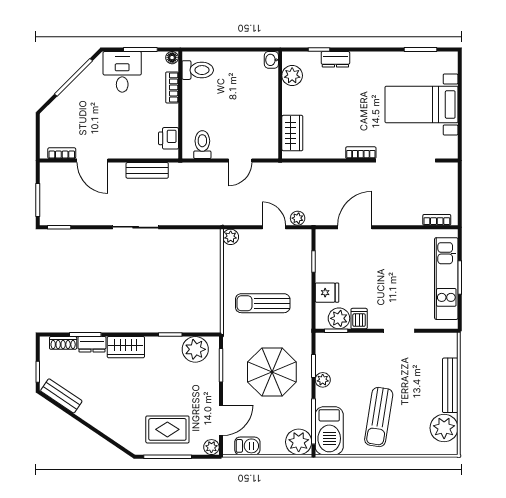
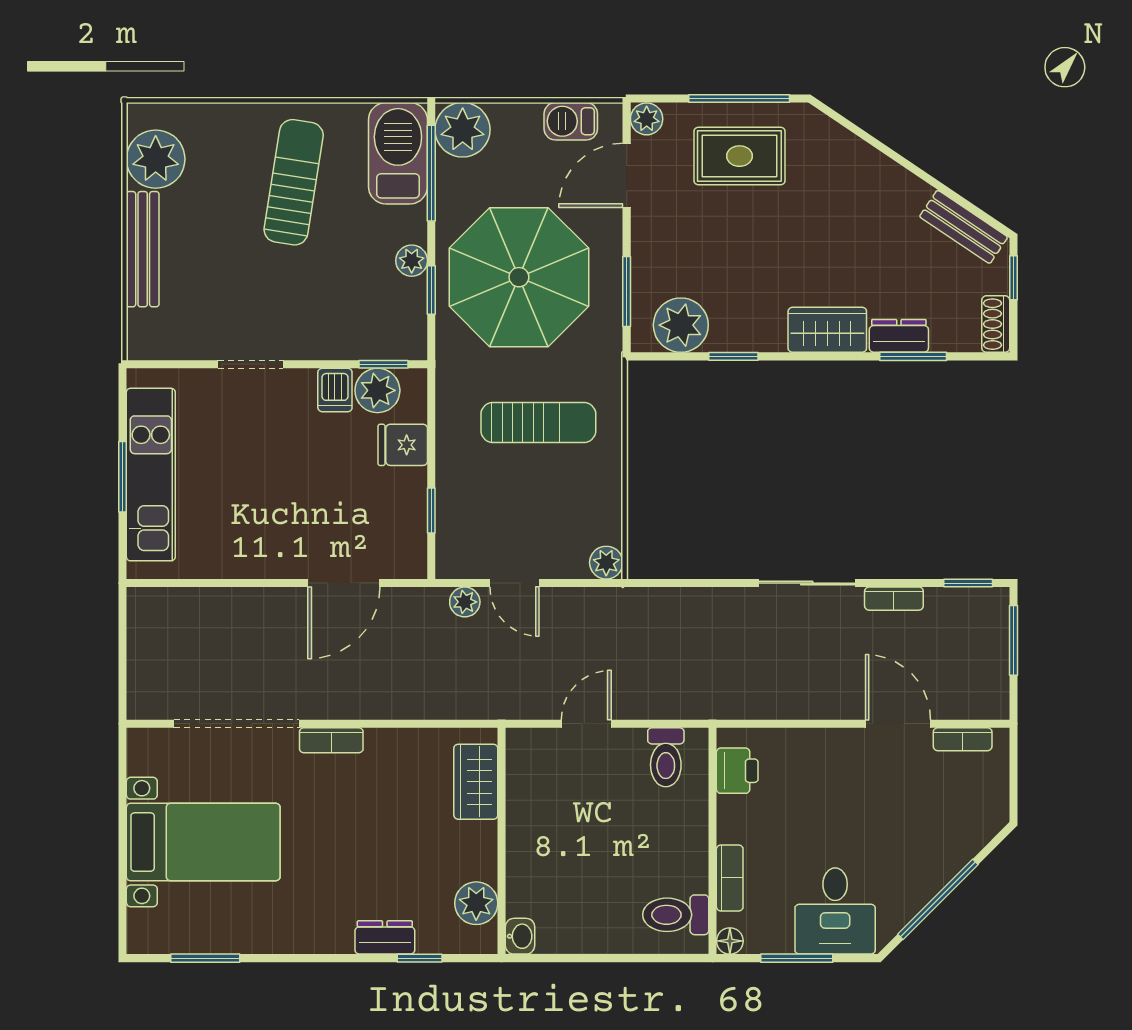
bench: (147, 170) -> (782, 703), removed
bookcase: (437, 220) -> (894, 599), moved
shoe rack: (63, 343) -> (996, 324), moved, turned -90
parasol: (272, 372) -> (519, 277), width x1.36, depth x1.36

